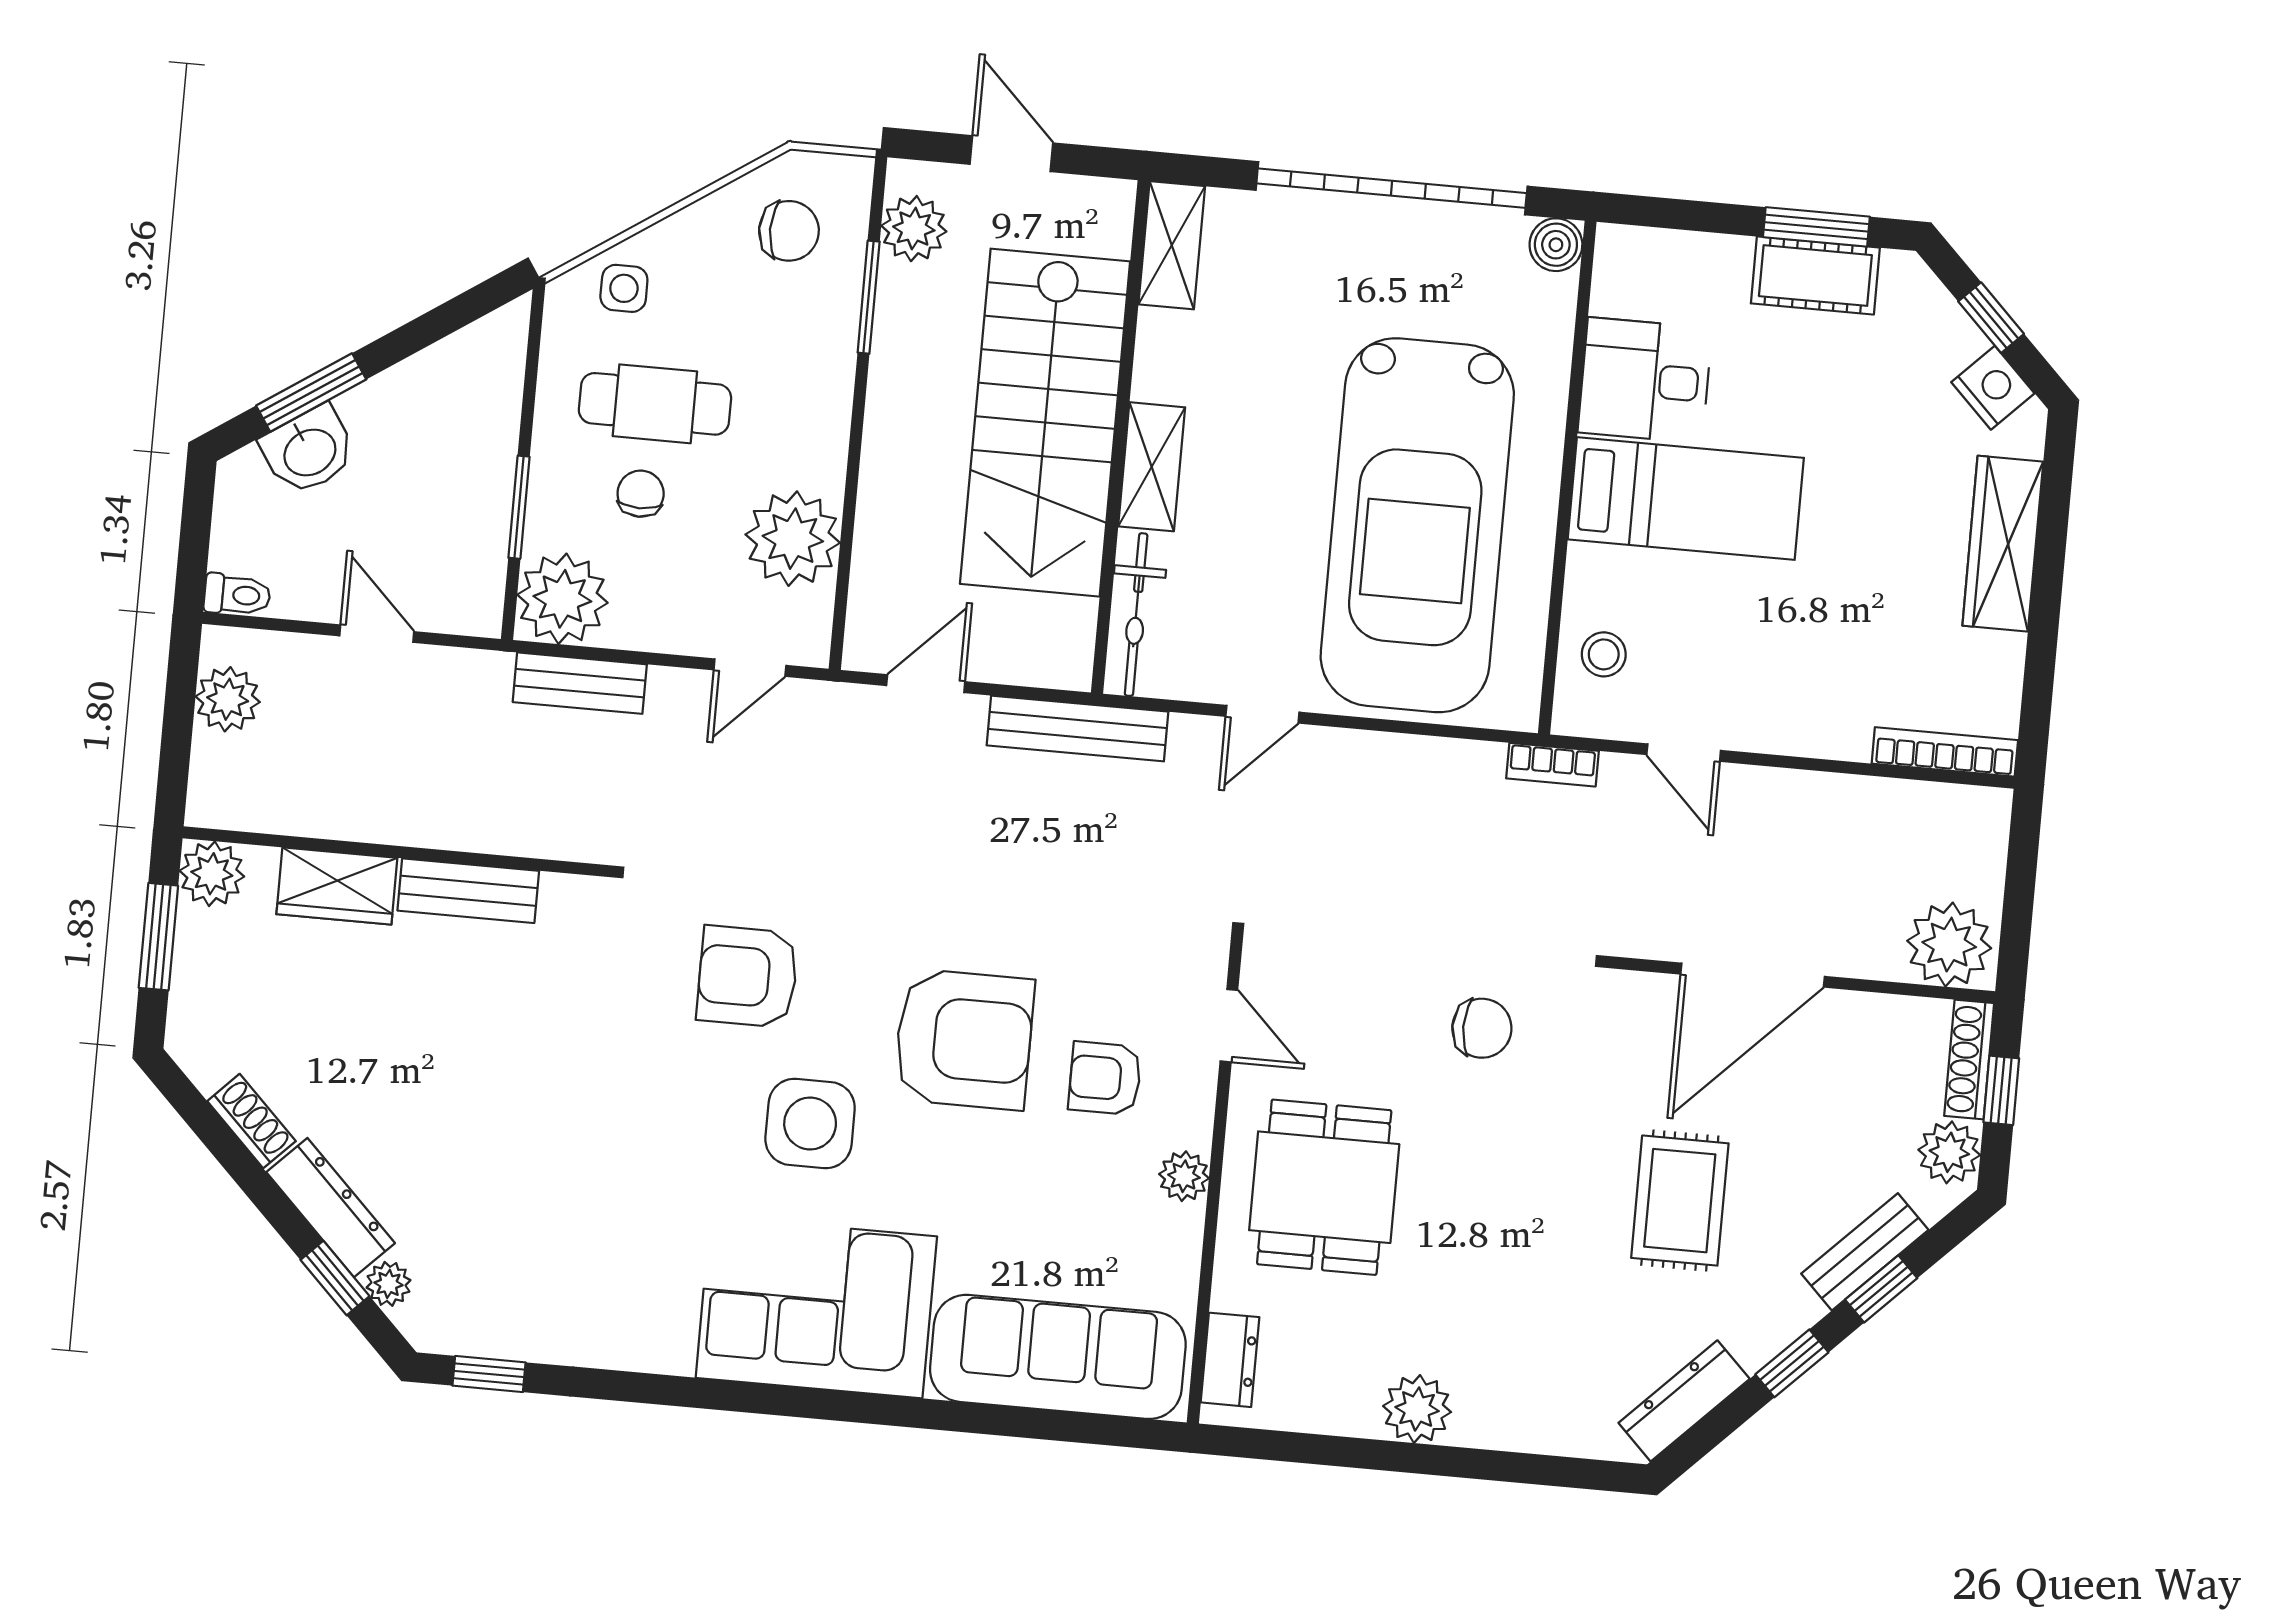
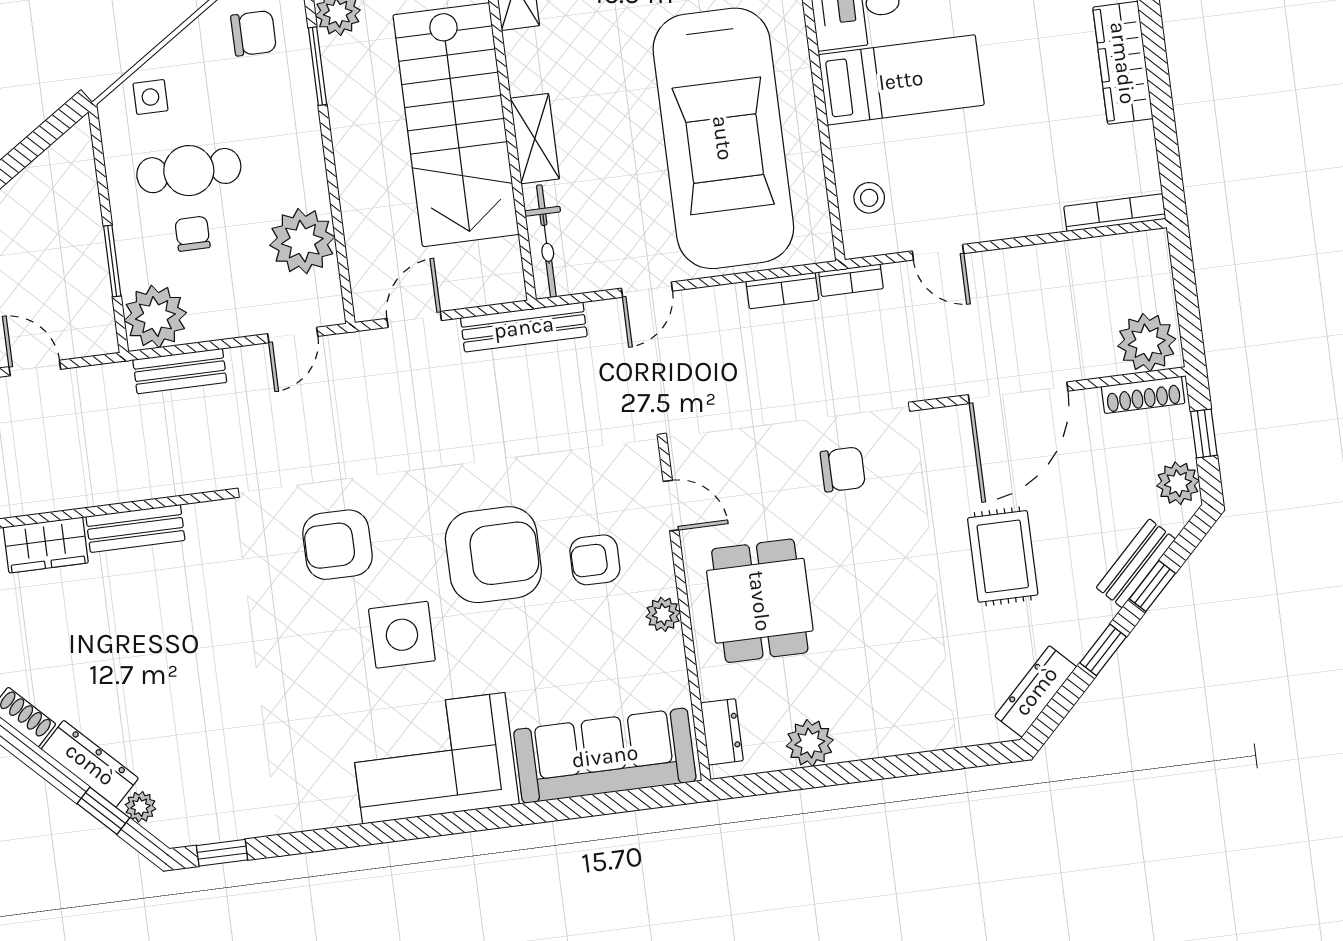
bookcase: (1453, 758) -> (782, 291), added
shoe rack: (1969, 1059) -> (1143, 395), moved, turned -90
plant: (1417, 1409) -> (810, 743), moved

